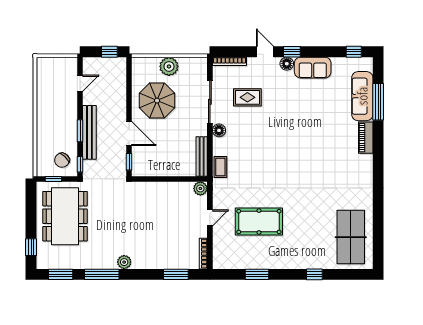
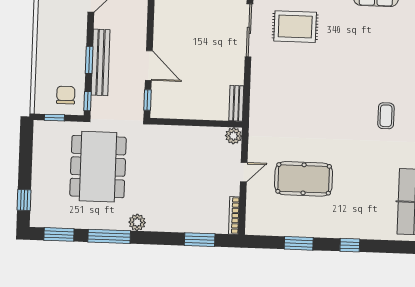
rug: (247, 97) -> (295, 27), width x1.36, depth x1.43
parasol: (157, 101) -> (184, 27), removed
floor lamp: (219, 130) -> (259, 66), removed
bench: (202, 156) -> (236, 103), width x0.73
chair: (62, 160) -> (66, 95), turned 137
coffee table: (220, 167) -> (386, 116), moved
dining table: (65, 216) -> (98, 167), moved
window: (314, 274) -> (350, 245), moved

